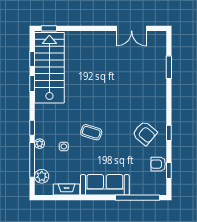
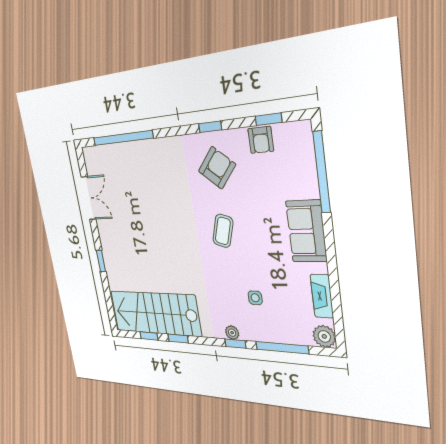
window: (49, 28) -> (101, 261), moved
window: (169, 67) -> (123, 138), width x2.11
coffee table: (91, 132) -> (223, 231), moved
plant: (40, 144) -> (232, 333), moved
plant: (42, 176) -> (324, 336), moved
sofa: (105, 185) -> (306, 231), width x0.73

